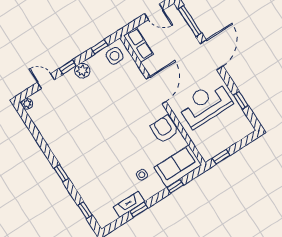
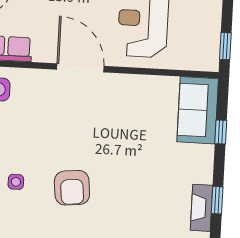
armchair: (164, 129) -> (72, 188), moved, turned -96
side table: (142, 175) -> (16, 182), moved

